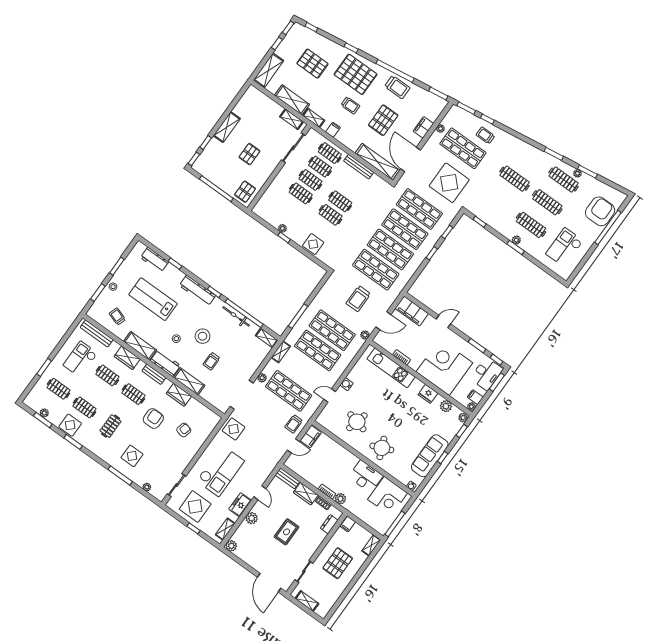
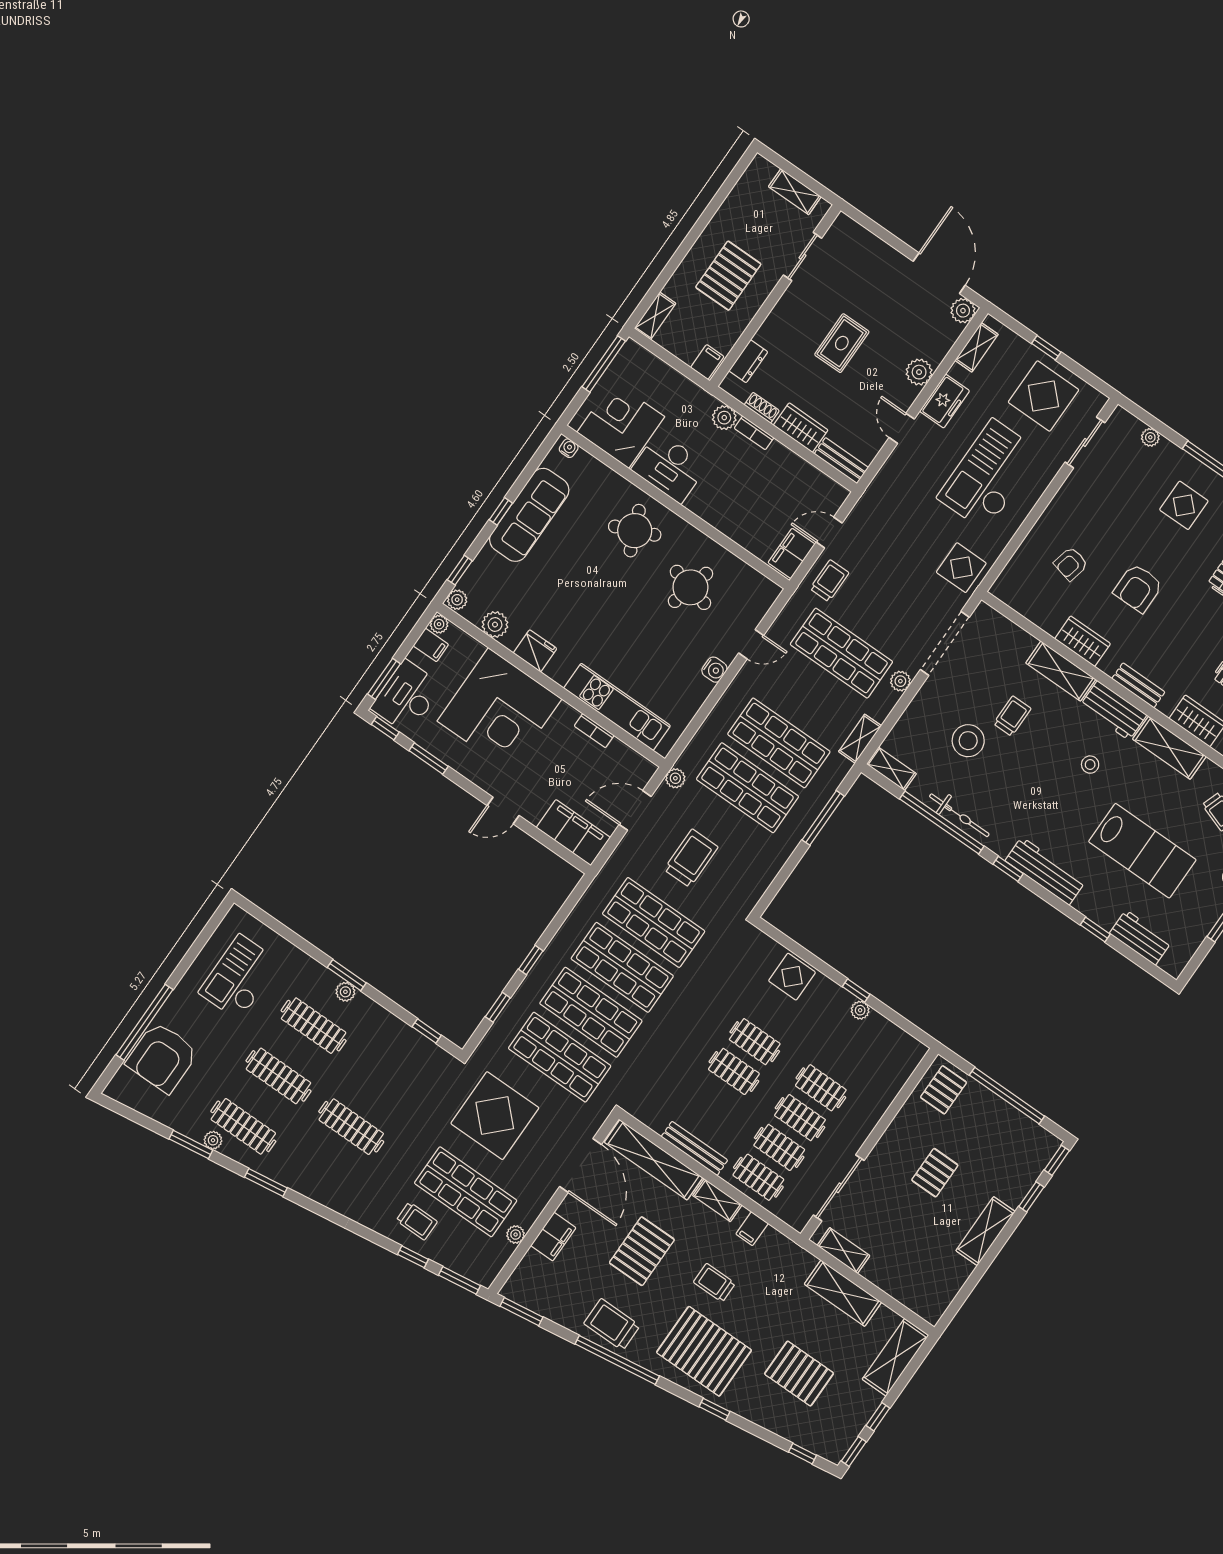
shelving: (314, 118) -> (717, 1200), moved
checkout: (564, 247) -> (239, 977), turned 180
stool: (203, 336) -> (968, 741), moved
clothes rail: (133, 394) -> (1183, 641), removed
door: (269, 583) -> (939, 273), moved

